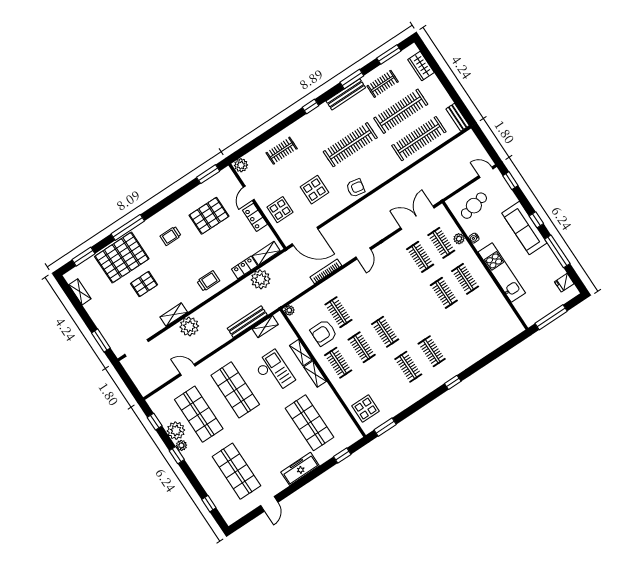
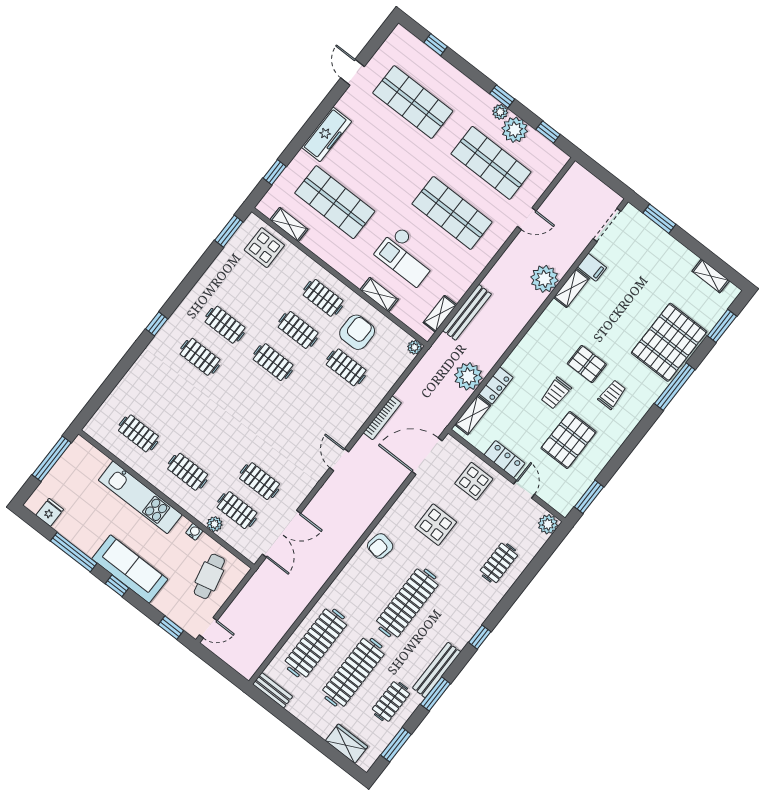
trolley: (208, 281) -> (556, 393), moved
pallet: (144, 284) -> (587, 364), moved, turned 90
clothes rail: (444, 293) -> (138, 433), moved
filing cabinet: (156, 324) -> (592, 267), added
shelving: (315, 374) -> (289, 224), moved

